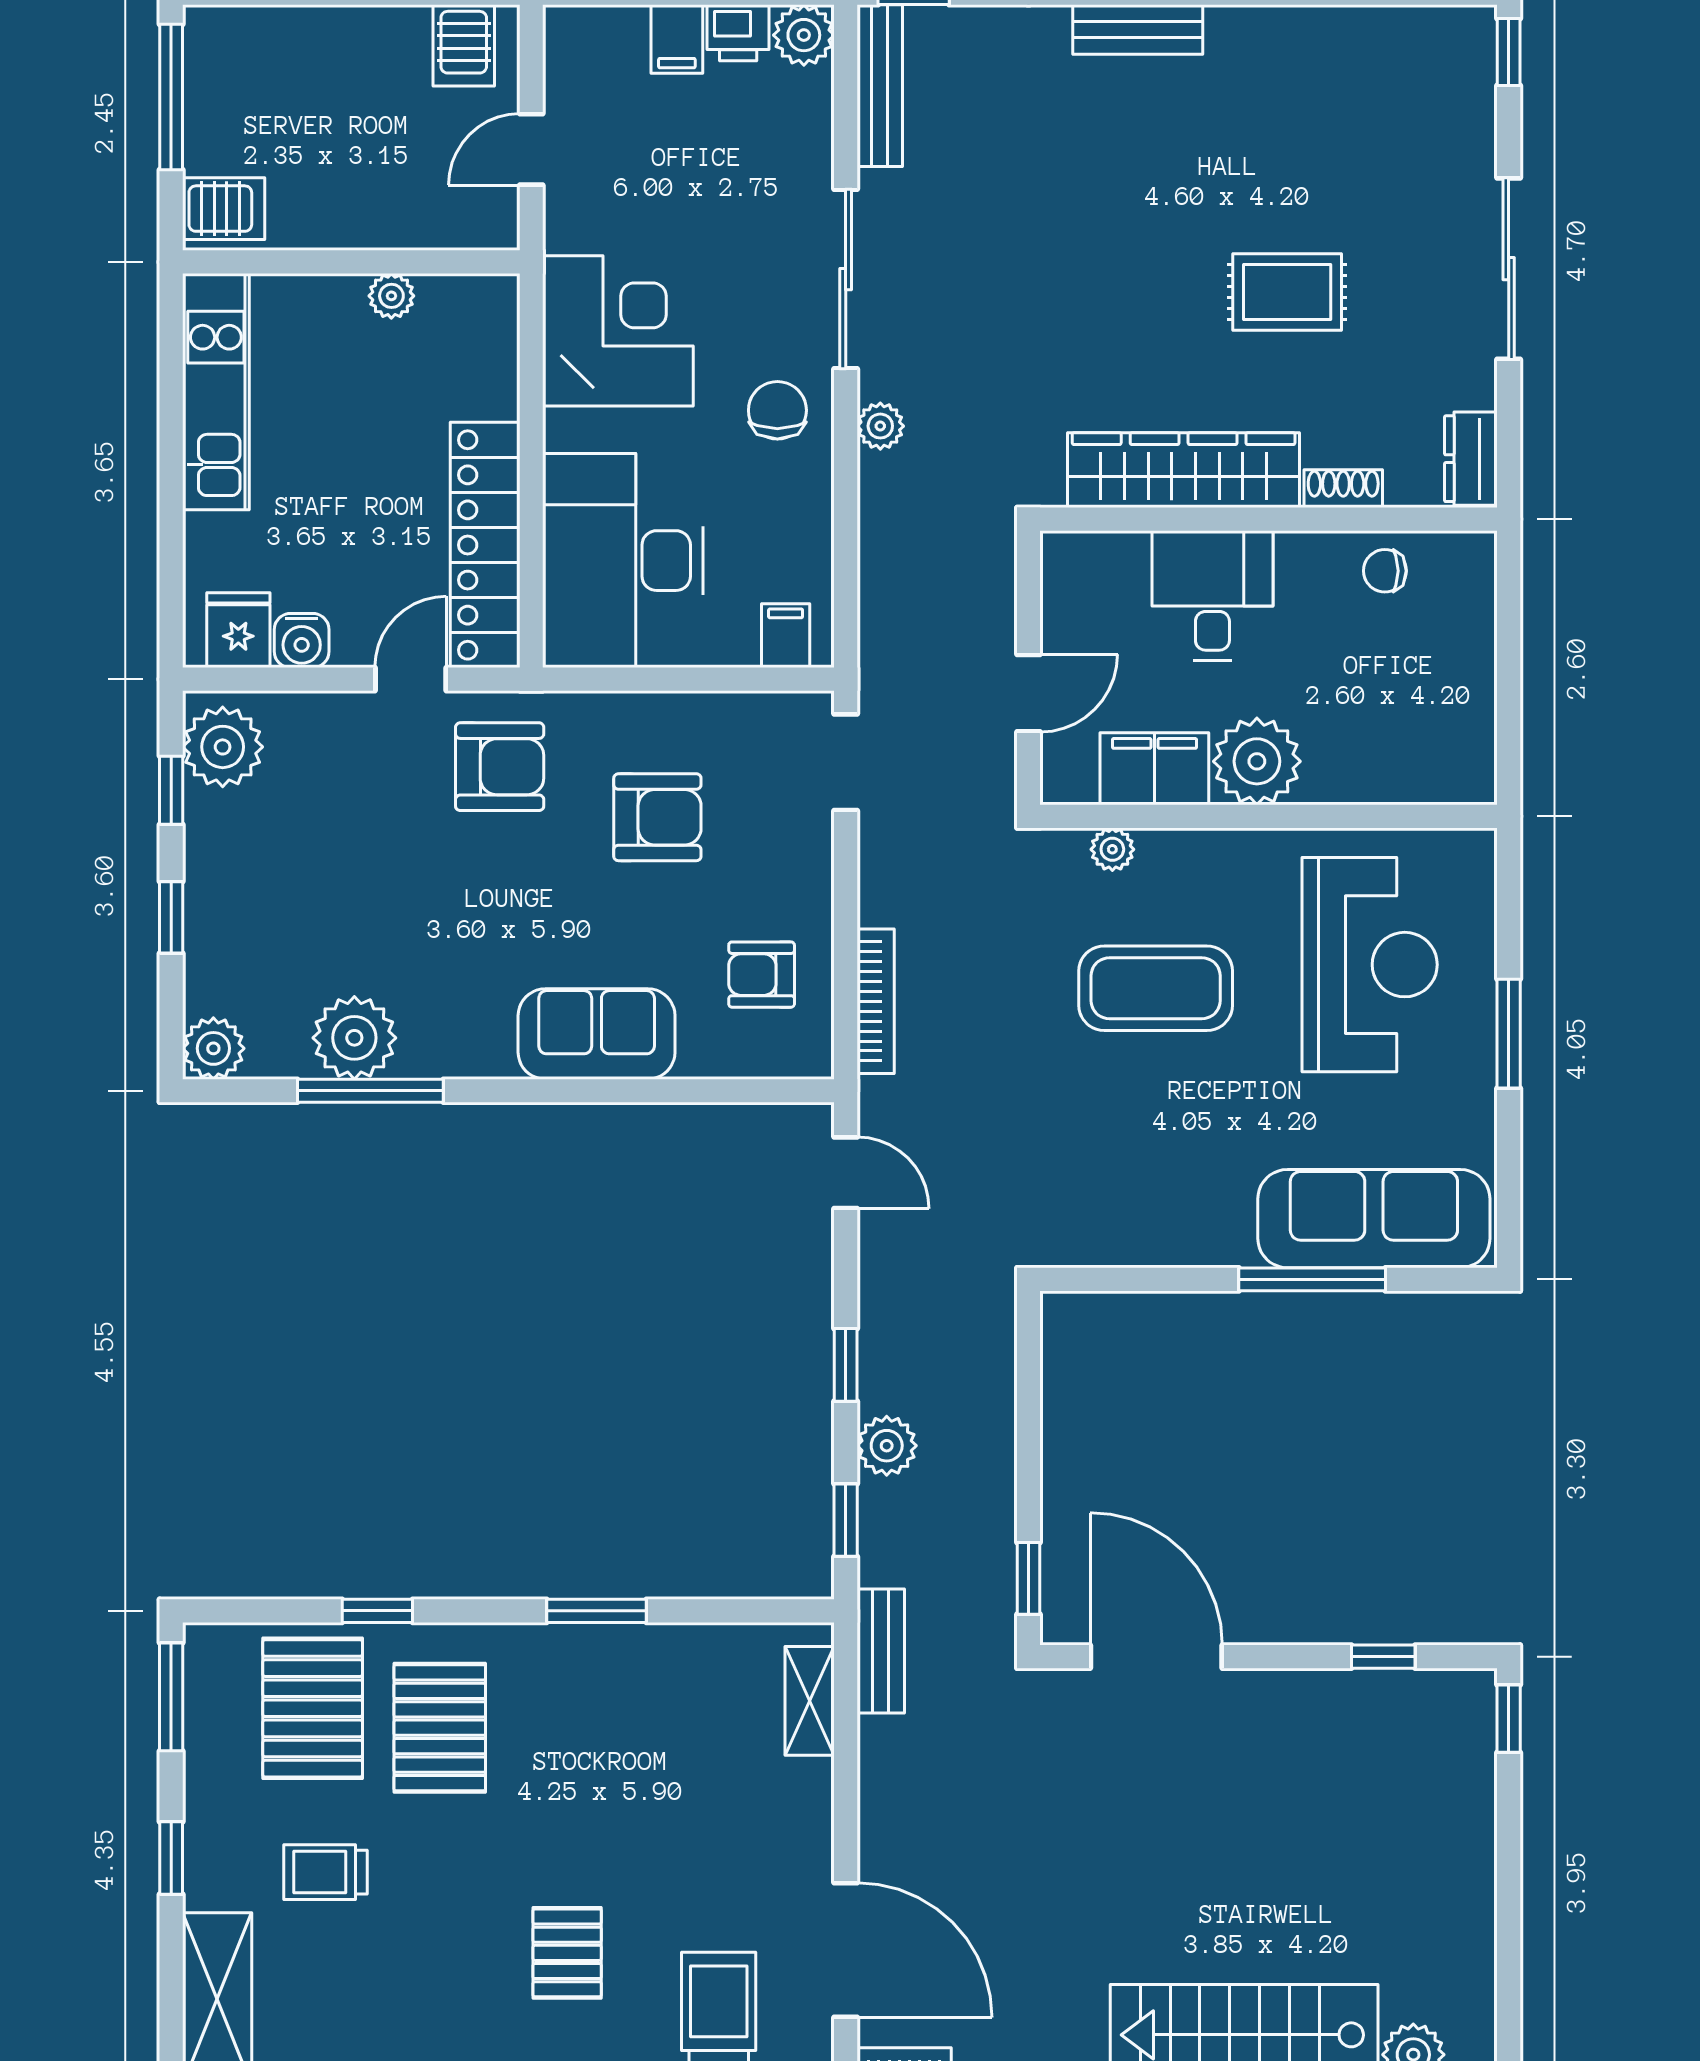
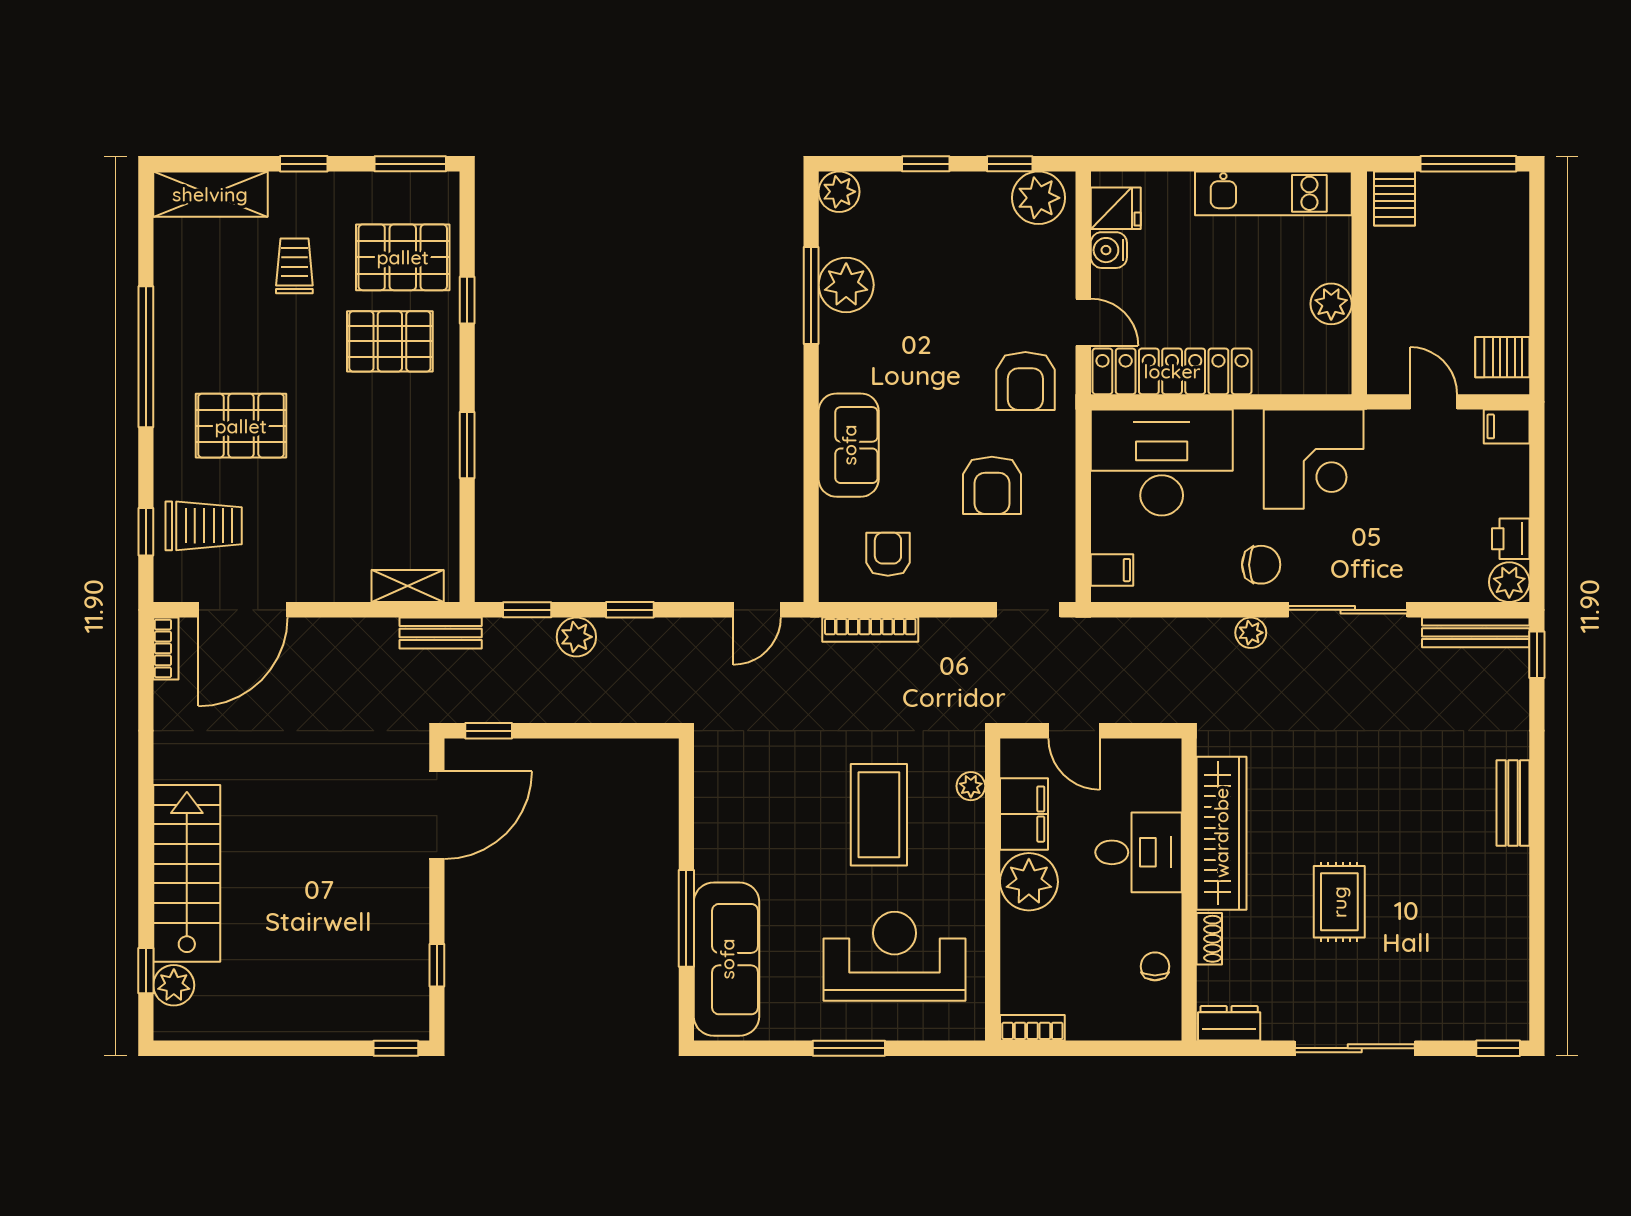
filing cabinet: (677, 39) -> (1507, 426), moved
plant: (391, 296) -> (1331, 304), width x1.38, depth x1.38
bookcase: (1478, 756) -> (1032, 1028), added
reception desk: (1370, 965) -> (895, 956), turned 180
pallet: (567, 1953) -> (241, 426), width x1.50, depth x1.42

